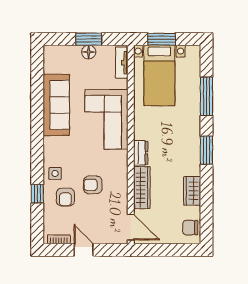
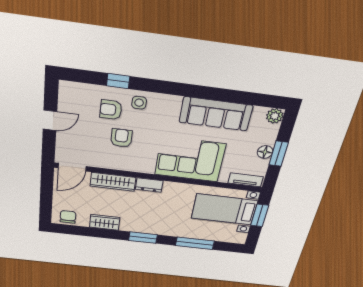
plant: (51, 53) -> (275, 116), added
bookcase: (59, 239) -> (63, 97), removed

